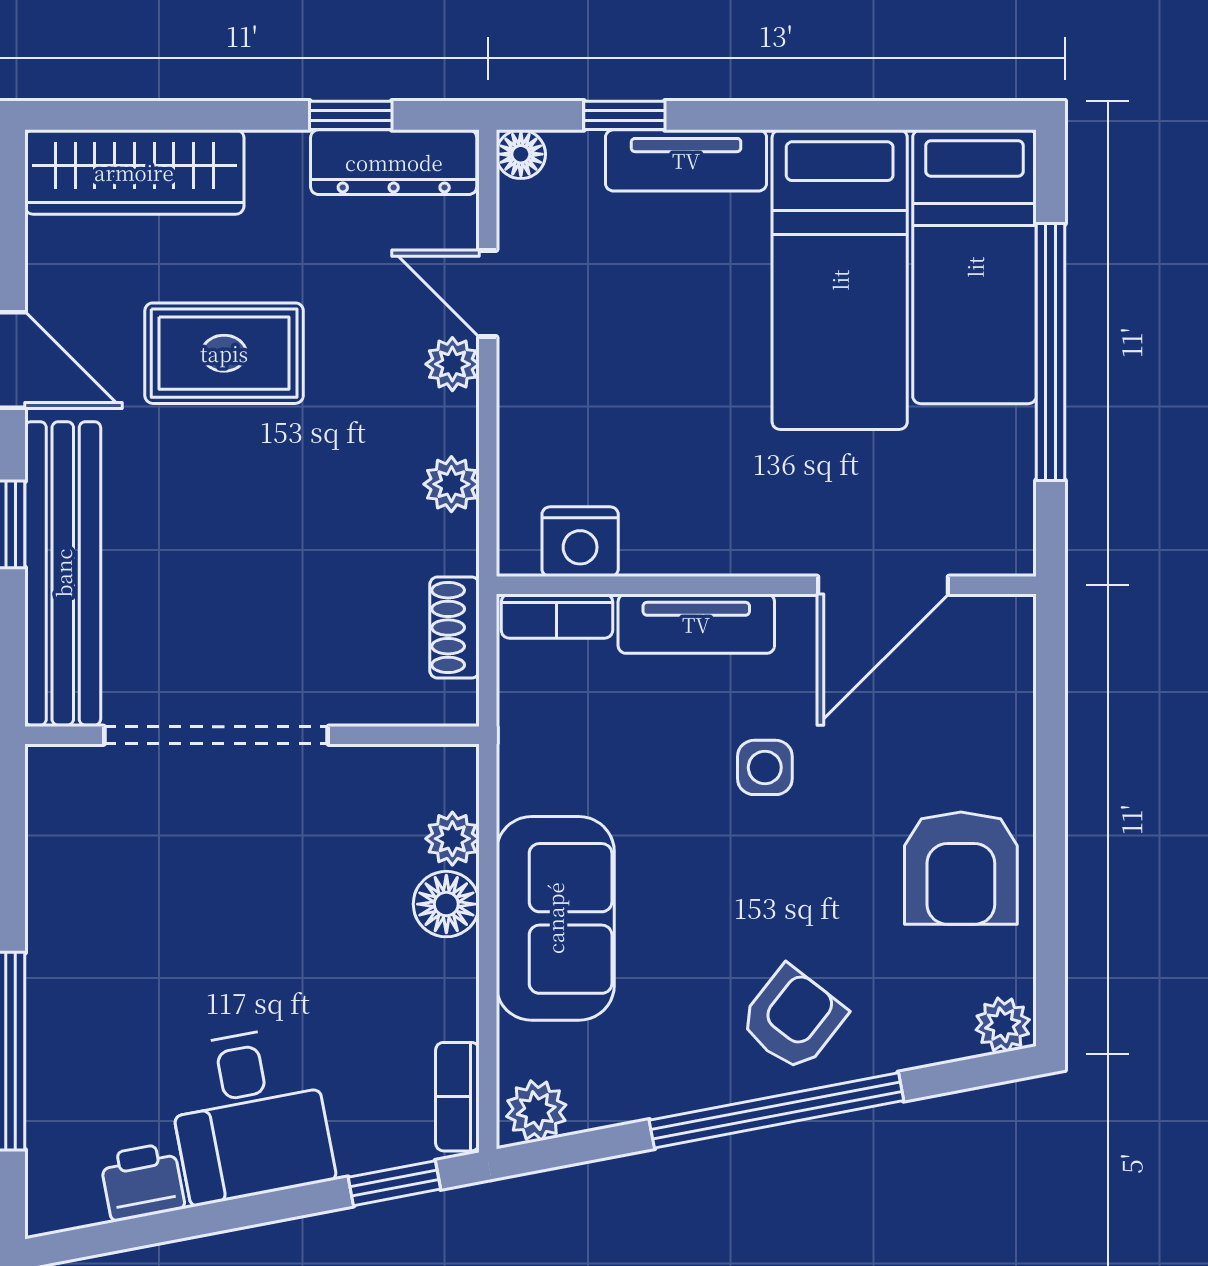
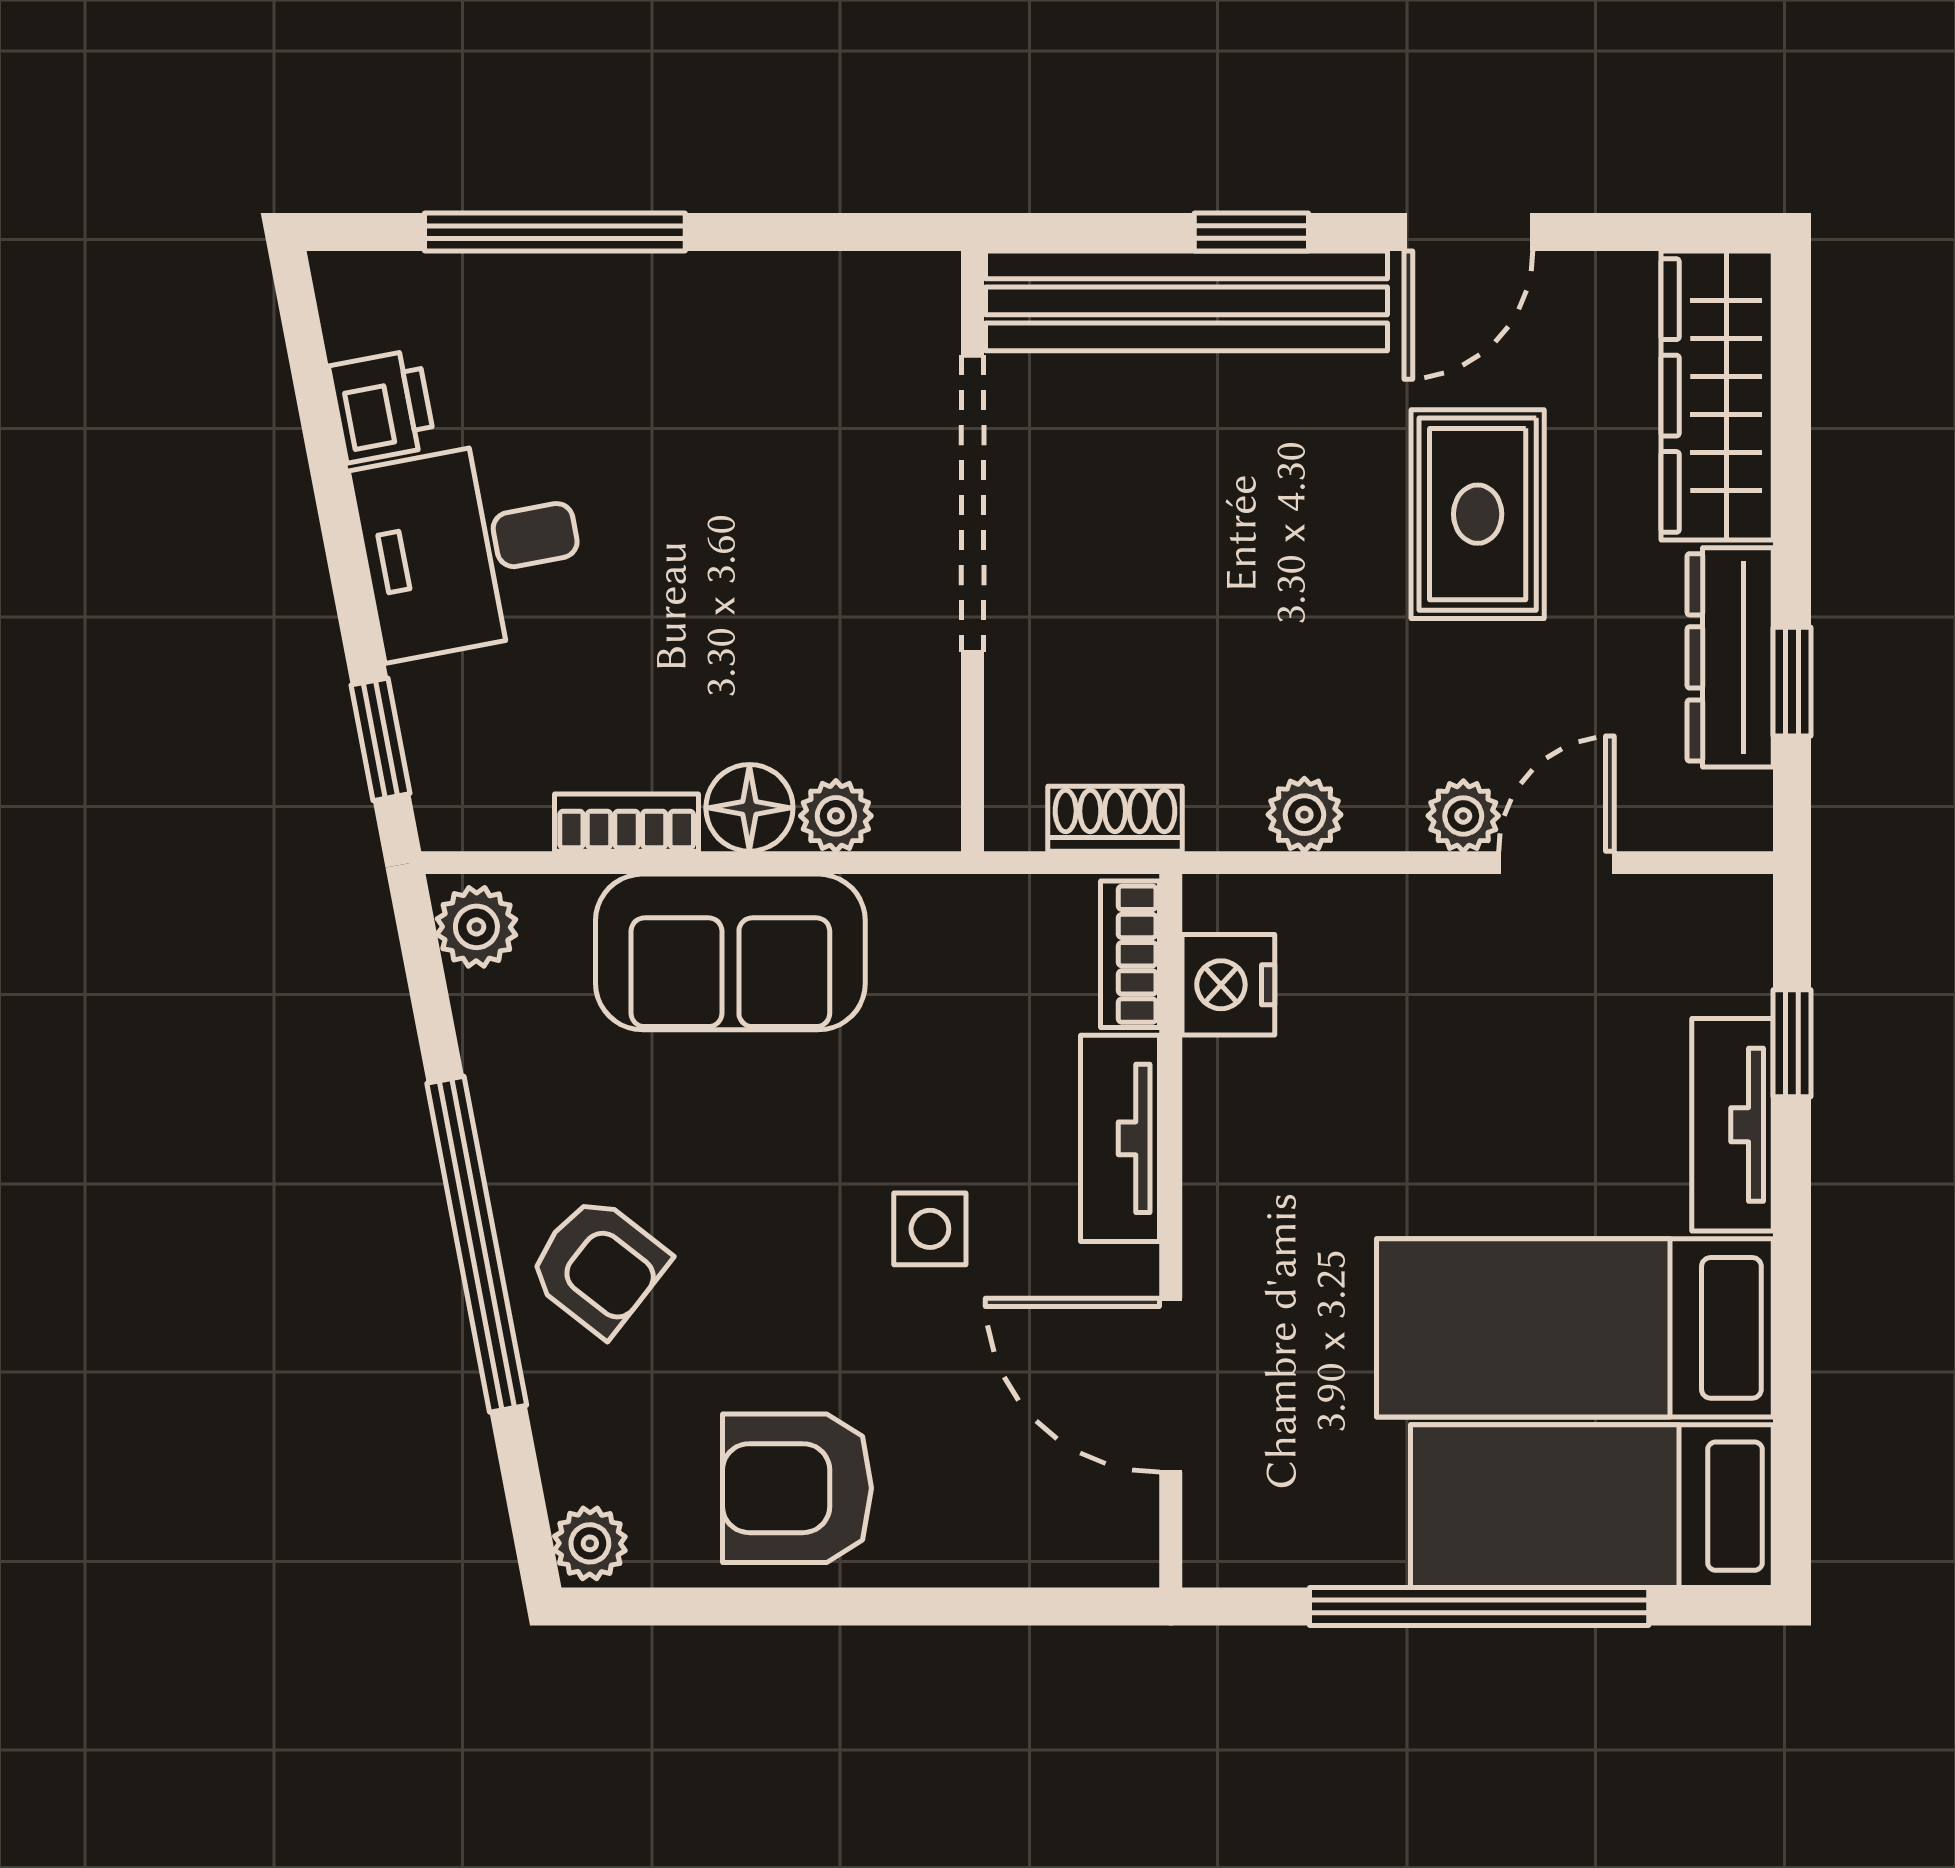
floor lamp: (521, 154) -> (1741, 906), removed
dresser: (394, 162) -> (1730, 657), moved
bookcase: (457, 1097) -> (627, 823), moved

